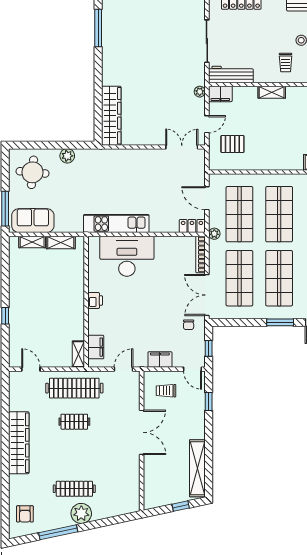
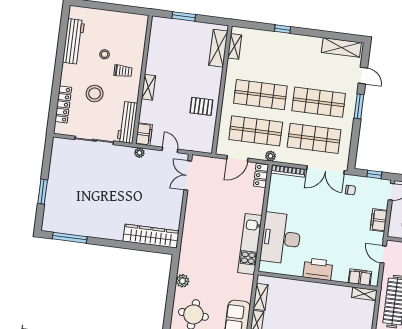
stool: (257, 35) -> (95, 93), added
pallet: (232, 144) -> (201, 106), moved, turned 90
printer: (95, 301) -> (318, 269), width x1.87, depth x1.48

